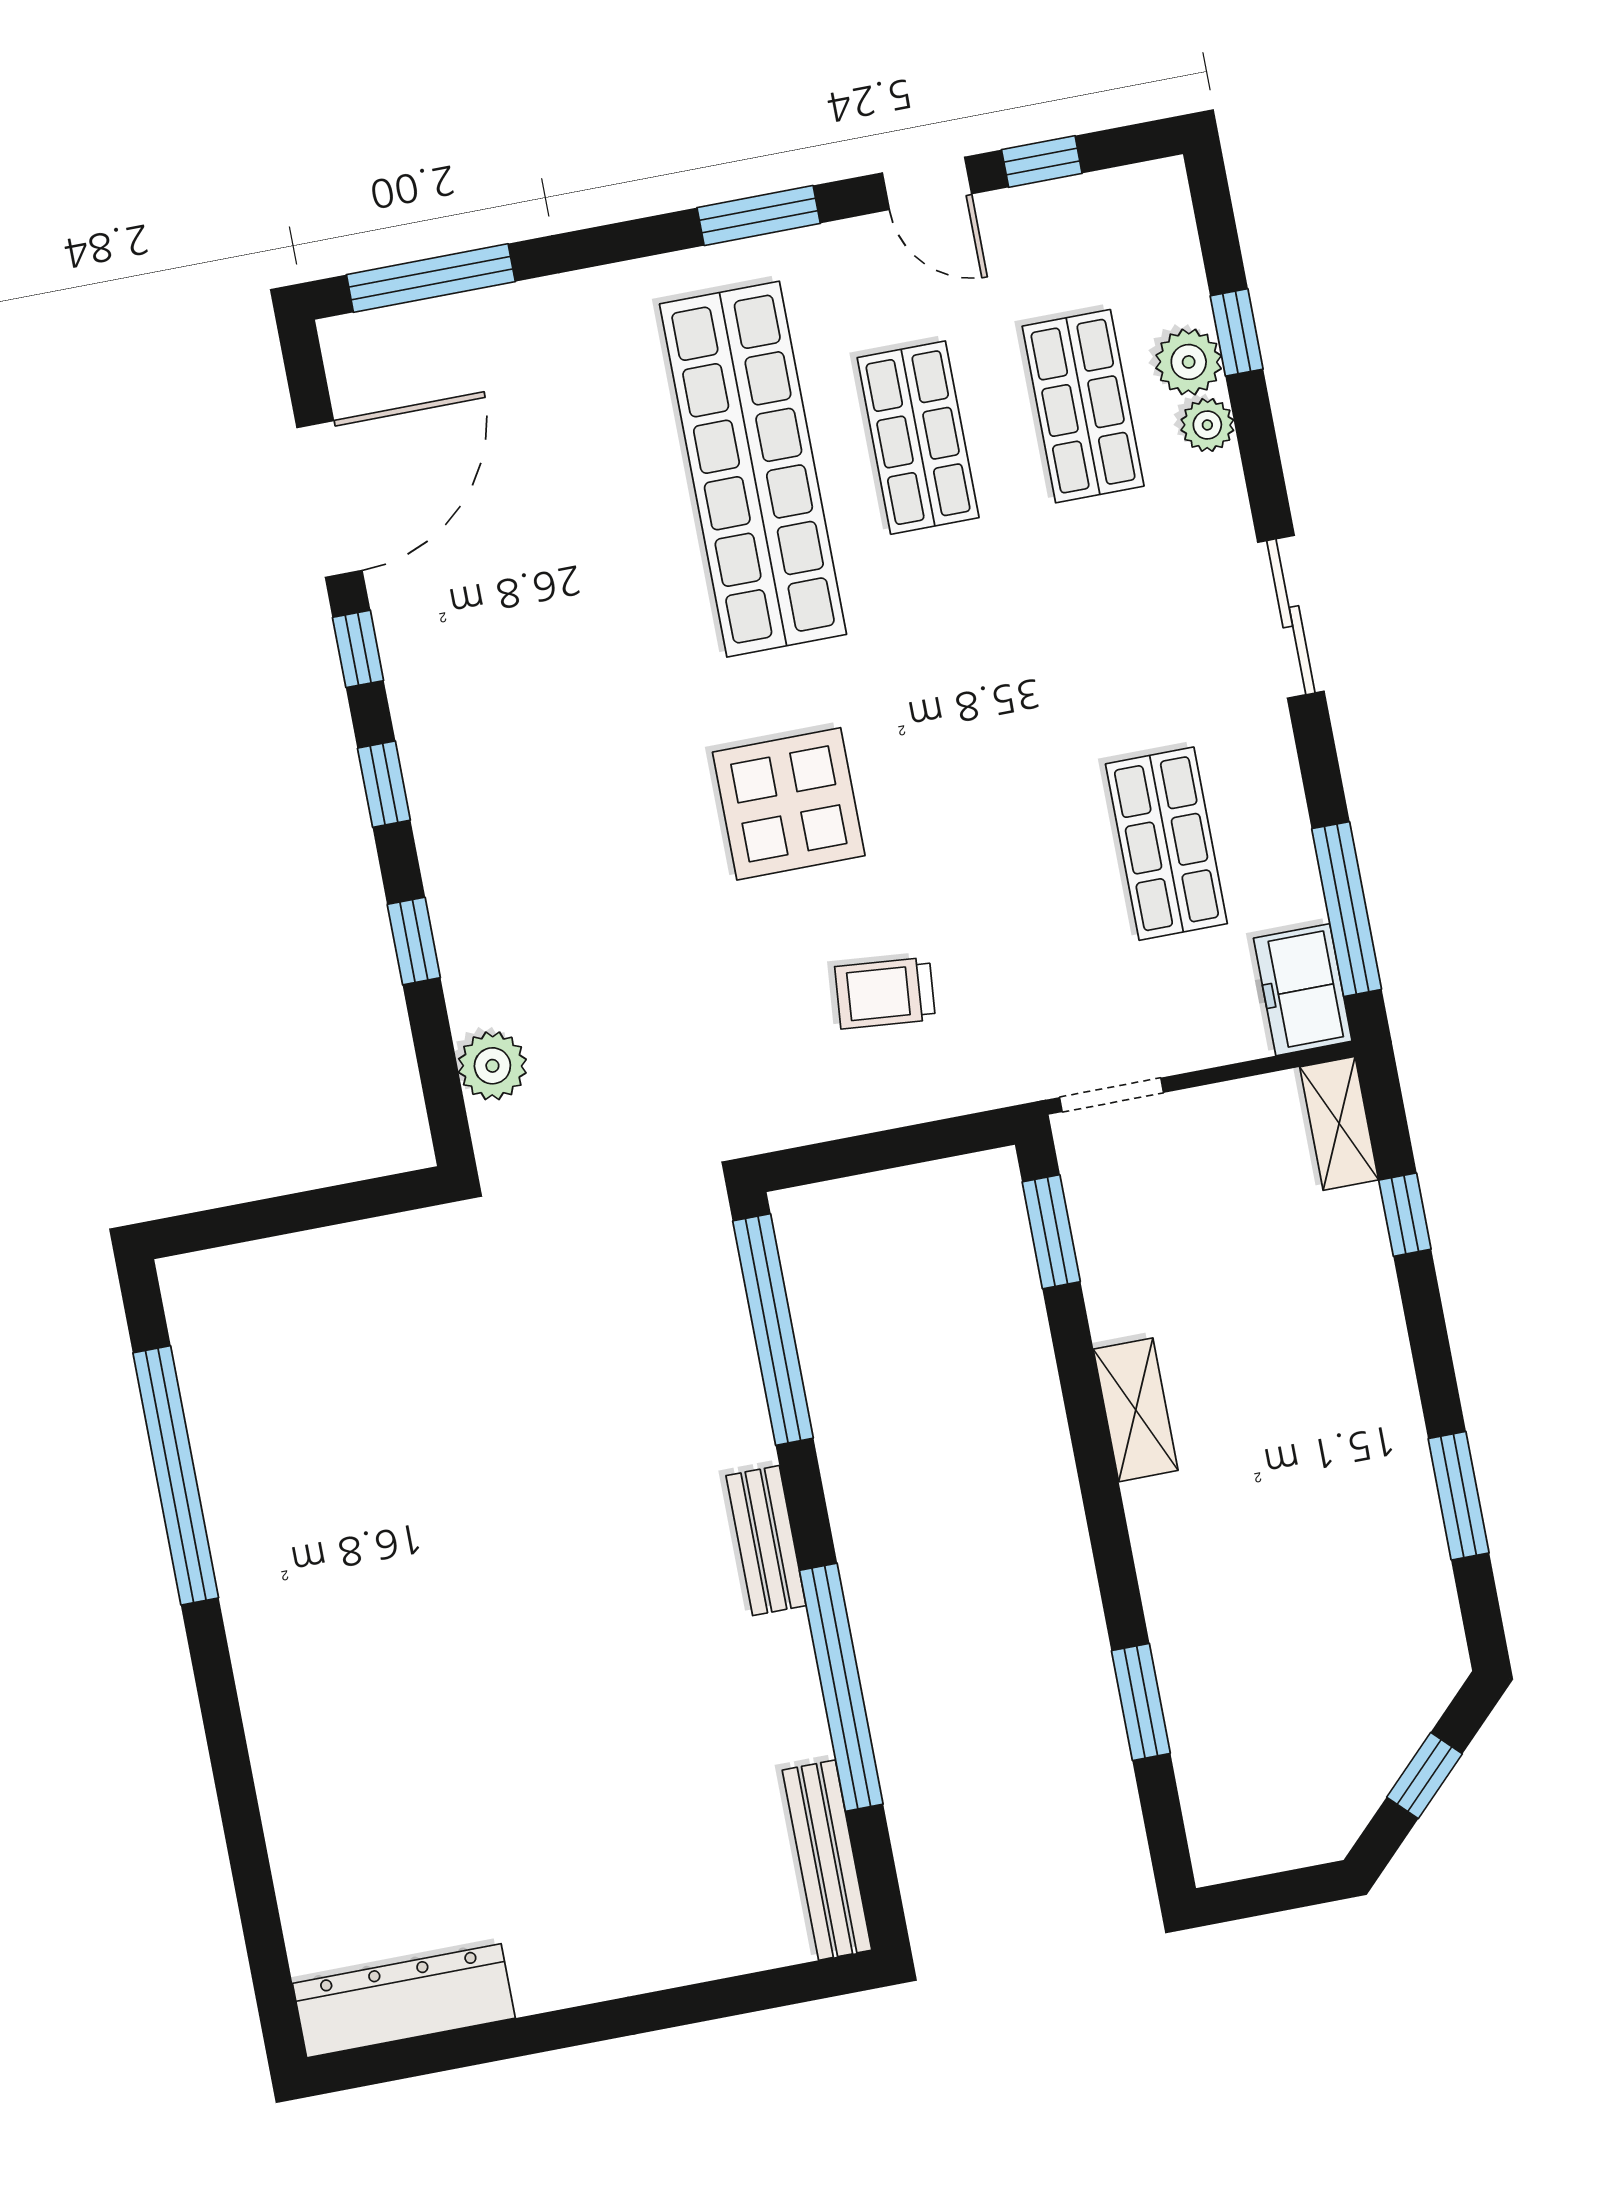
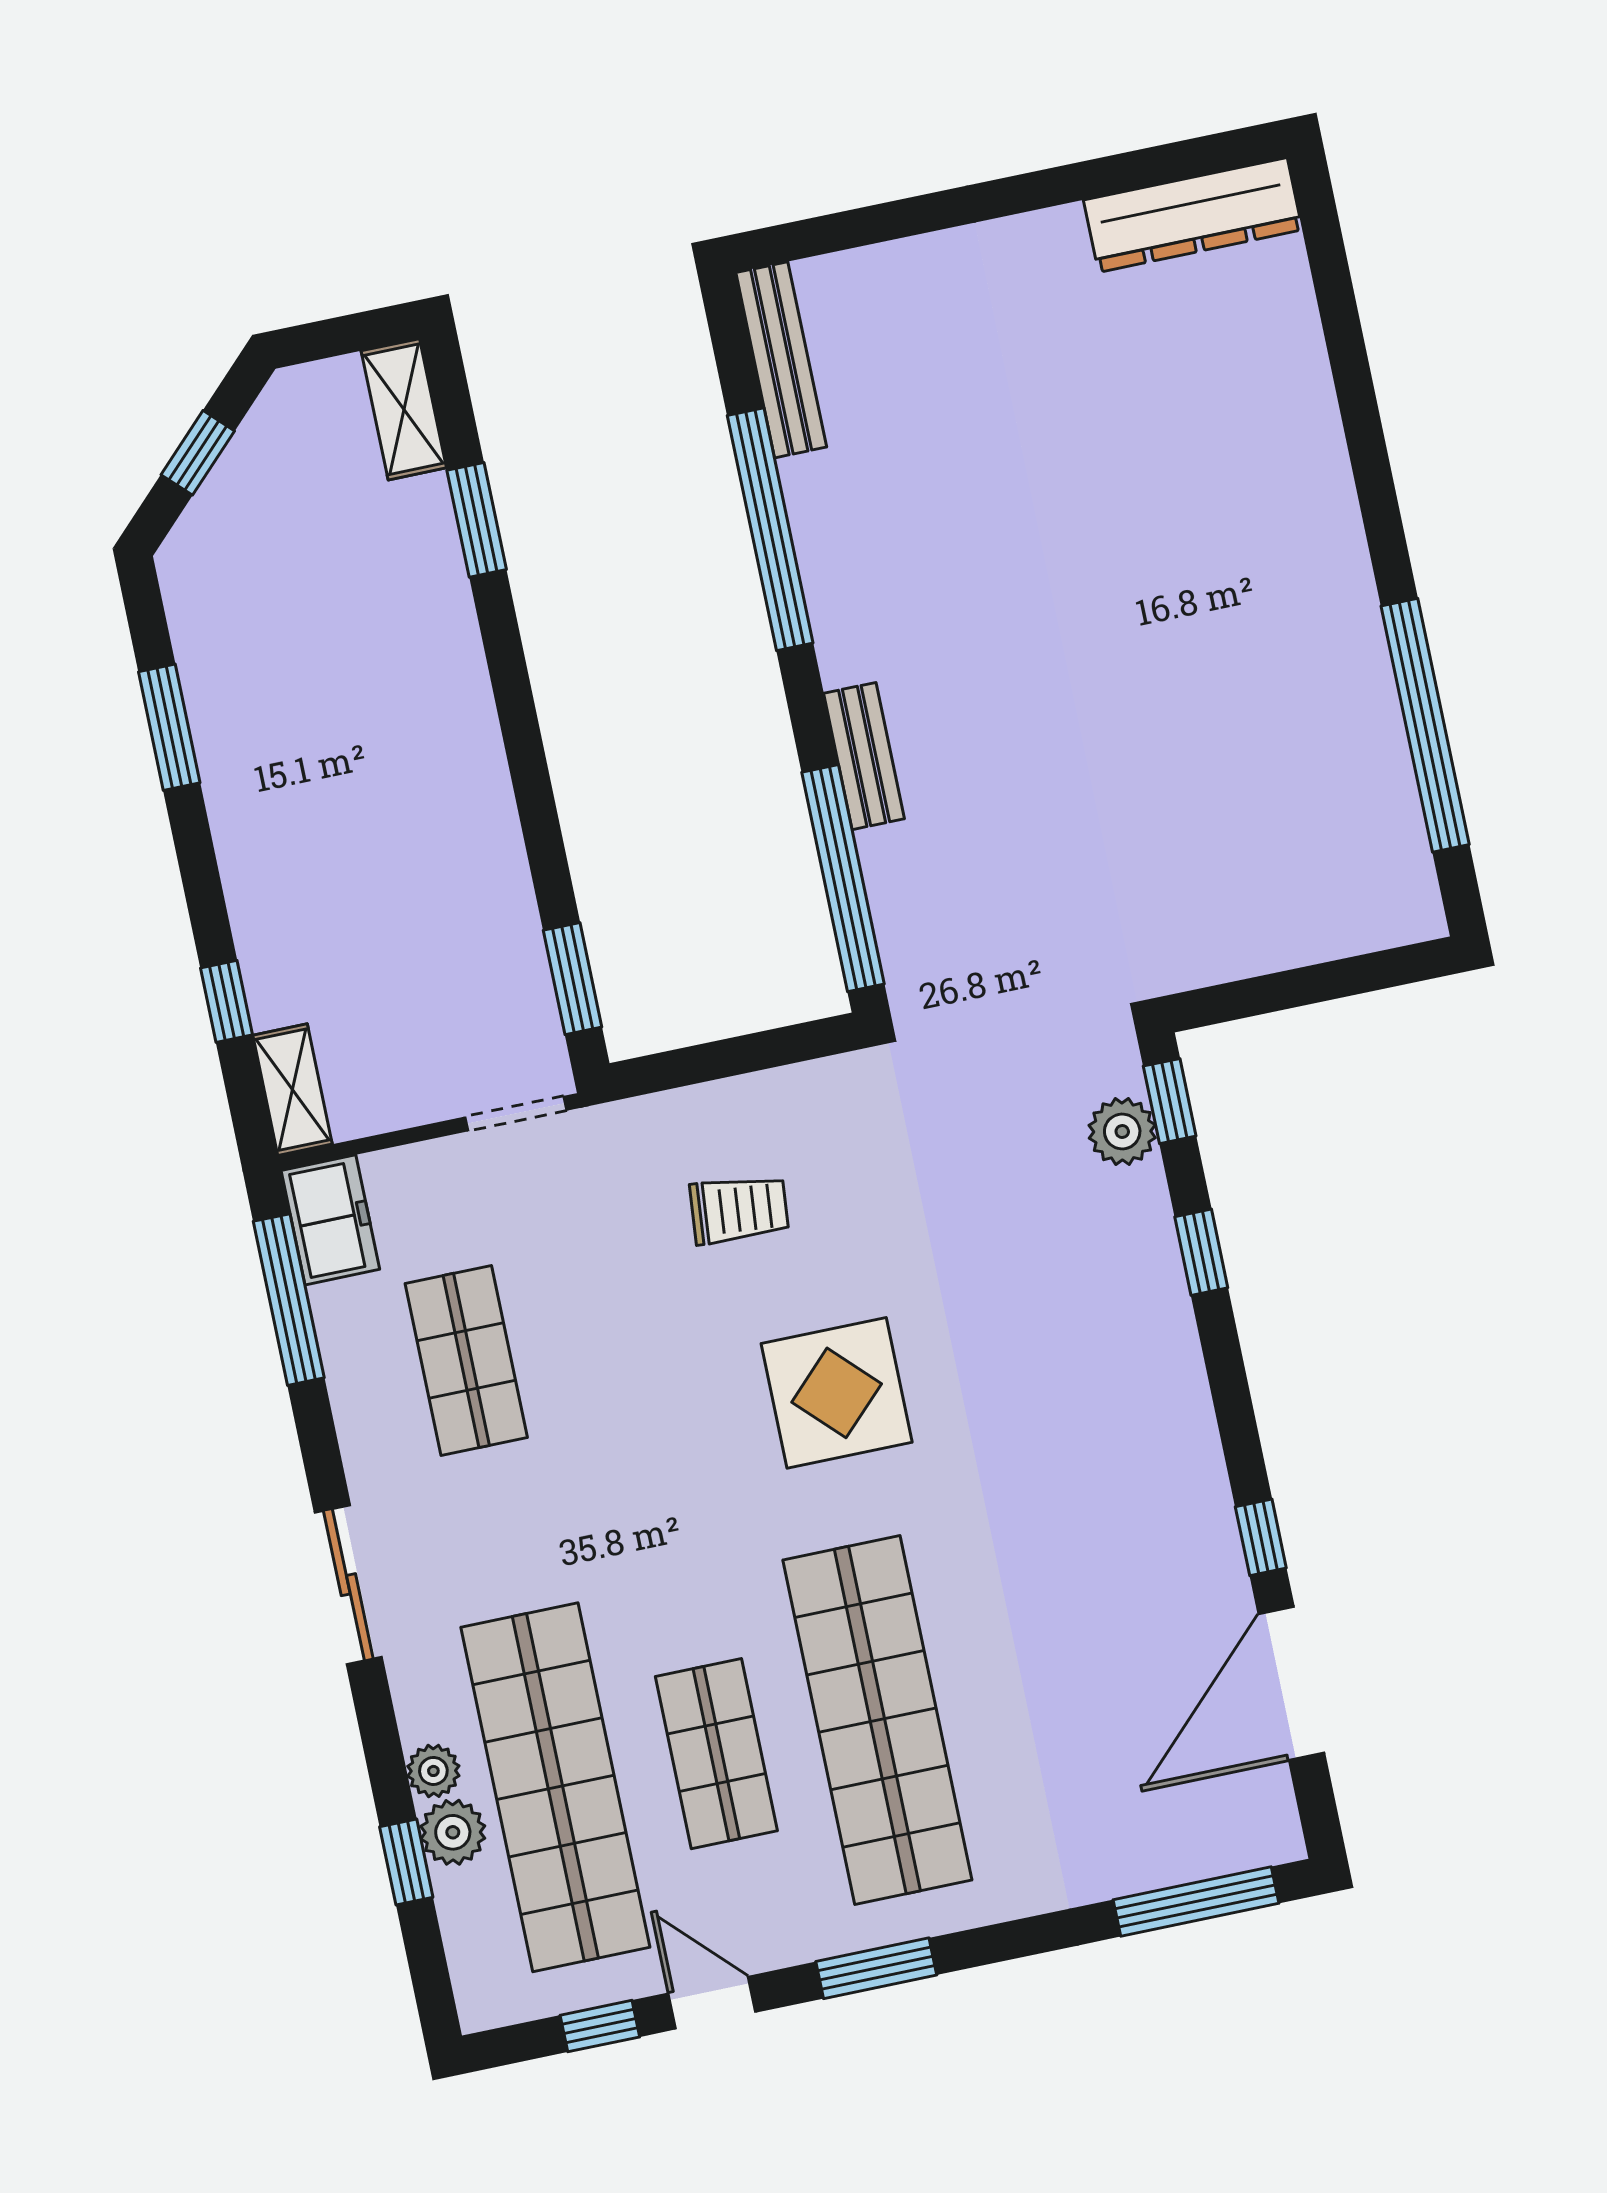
shop shelf: (1083, 406) -> (555, 1787), width x2.00, depth x1.36
window: (384, 784) -> (1170, 1101), moved
shelving: (1136, 1410) -> (404, 409), moved
bench: (766, 1541) -> (864, 756), moved

